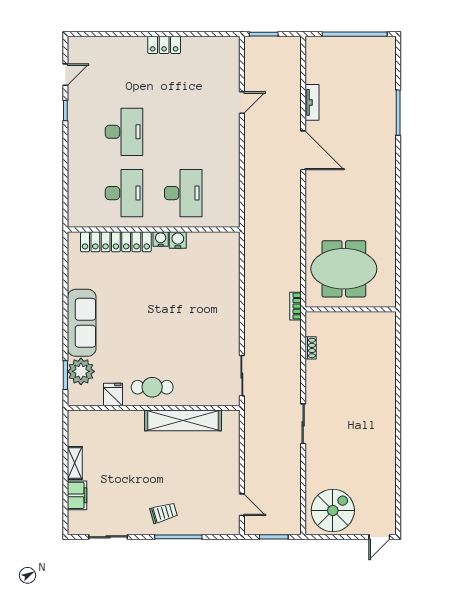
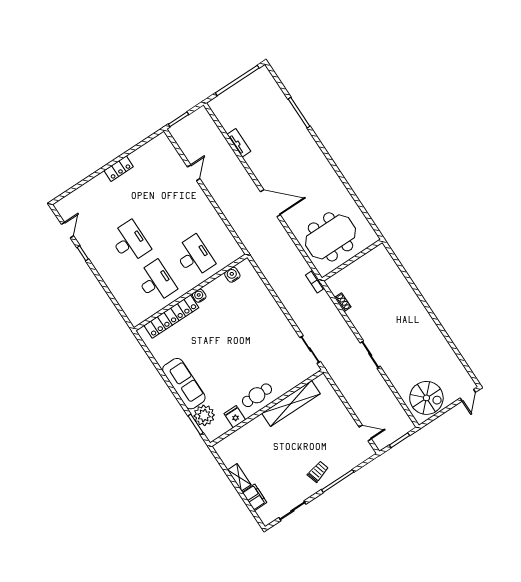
door: (303, 150) -> (270, 203), moved
water cooler: (178, 240) -> (232, 275), moved
spiral stairs: (333, 510) -> (426, 398), turned 90

